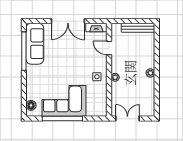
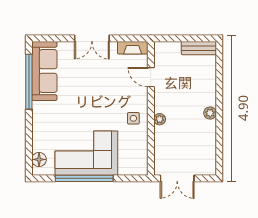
double door: (68, 21) -> (92, 38), width x0.73
bench: (138, 28) -> (199, 48), width x0.73
double door: (127, 119) -> (177, 178), swing flipped

